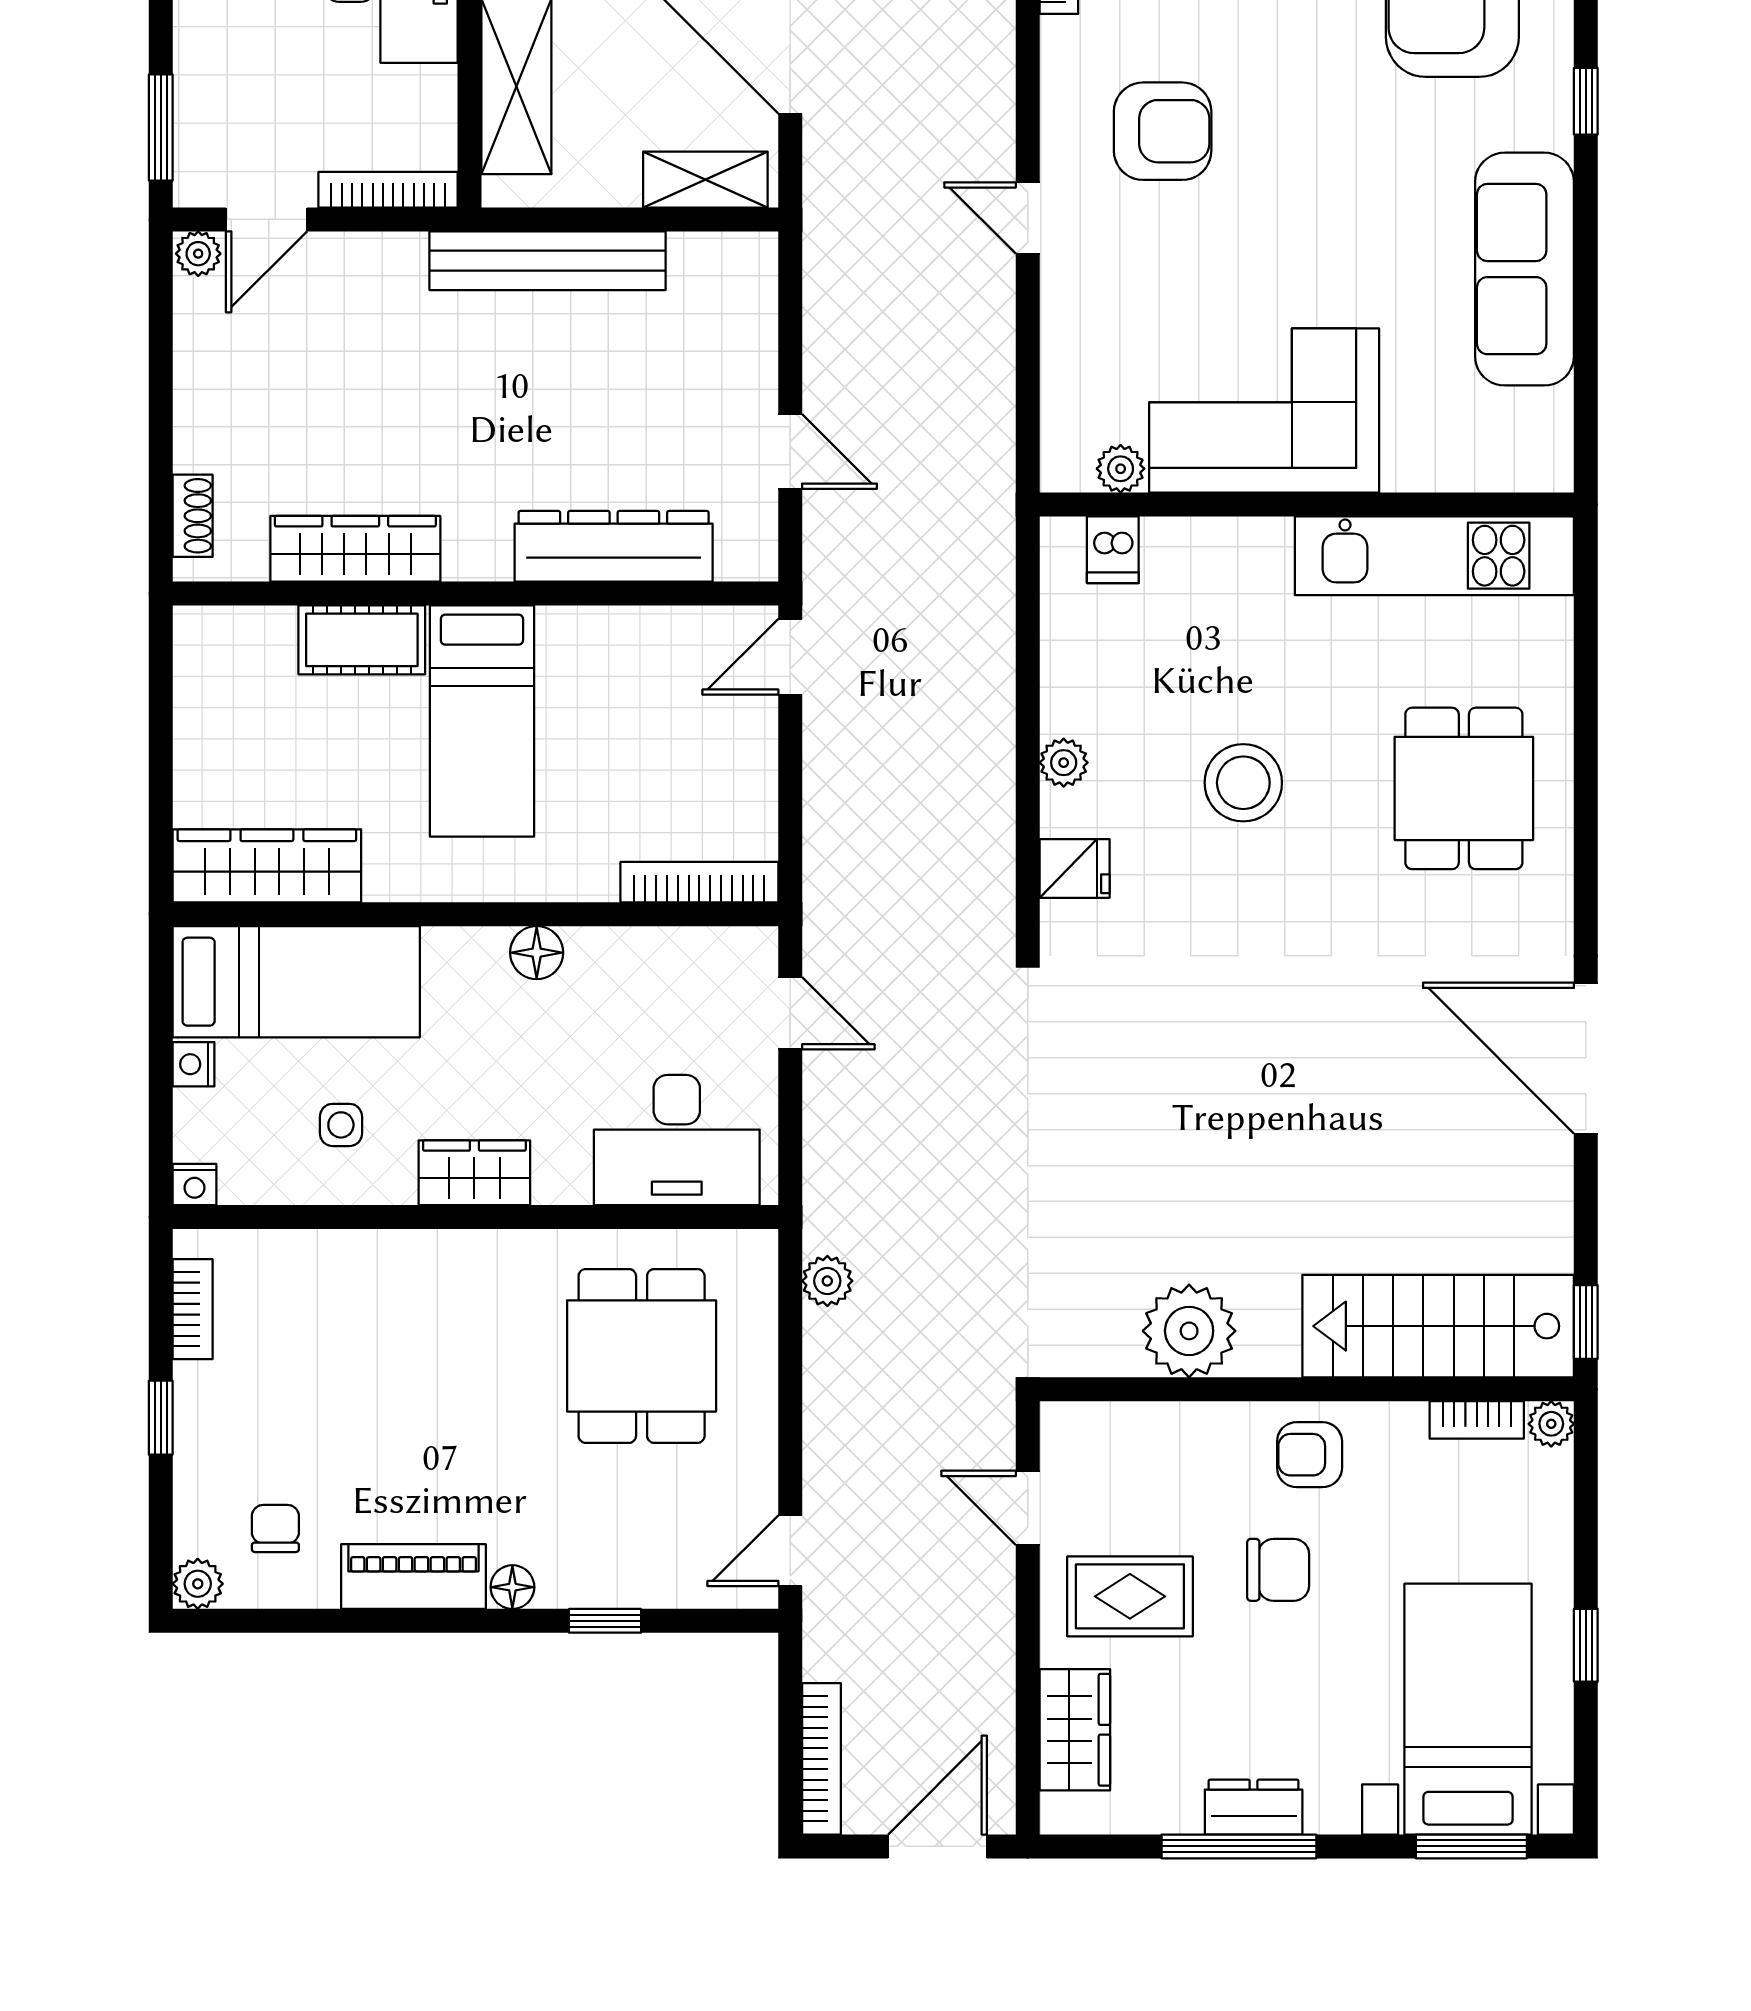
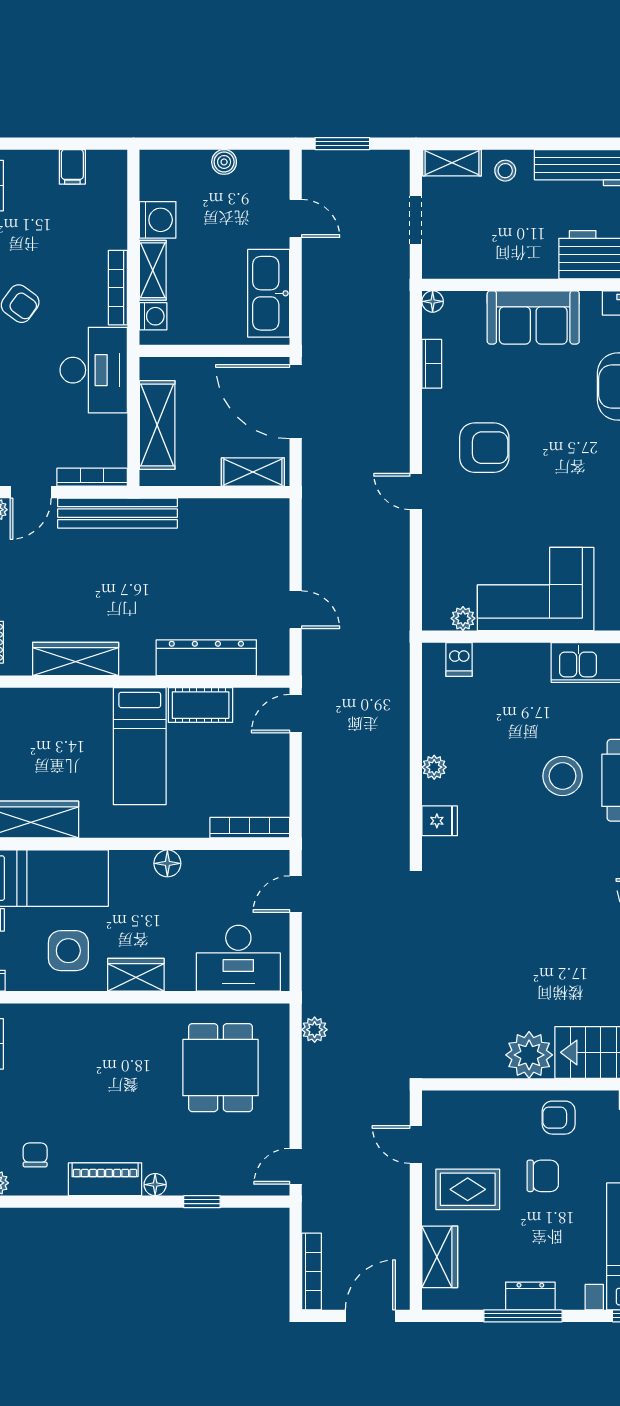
bench: (548, 261) -> (117, 513), moved
cot: (362, 640) -> (201, 705), moved
stool: (1243, 783) -> (563, 776), moved
door: (790, 1013) -> (296, 894), swing flipped
side table: (341, 1125) -> (68, 951), width x1.87, depth x1.87
plant: (1189, 1331) -> (529, 1055), moved

